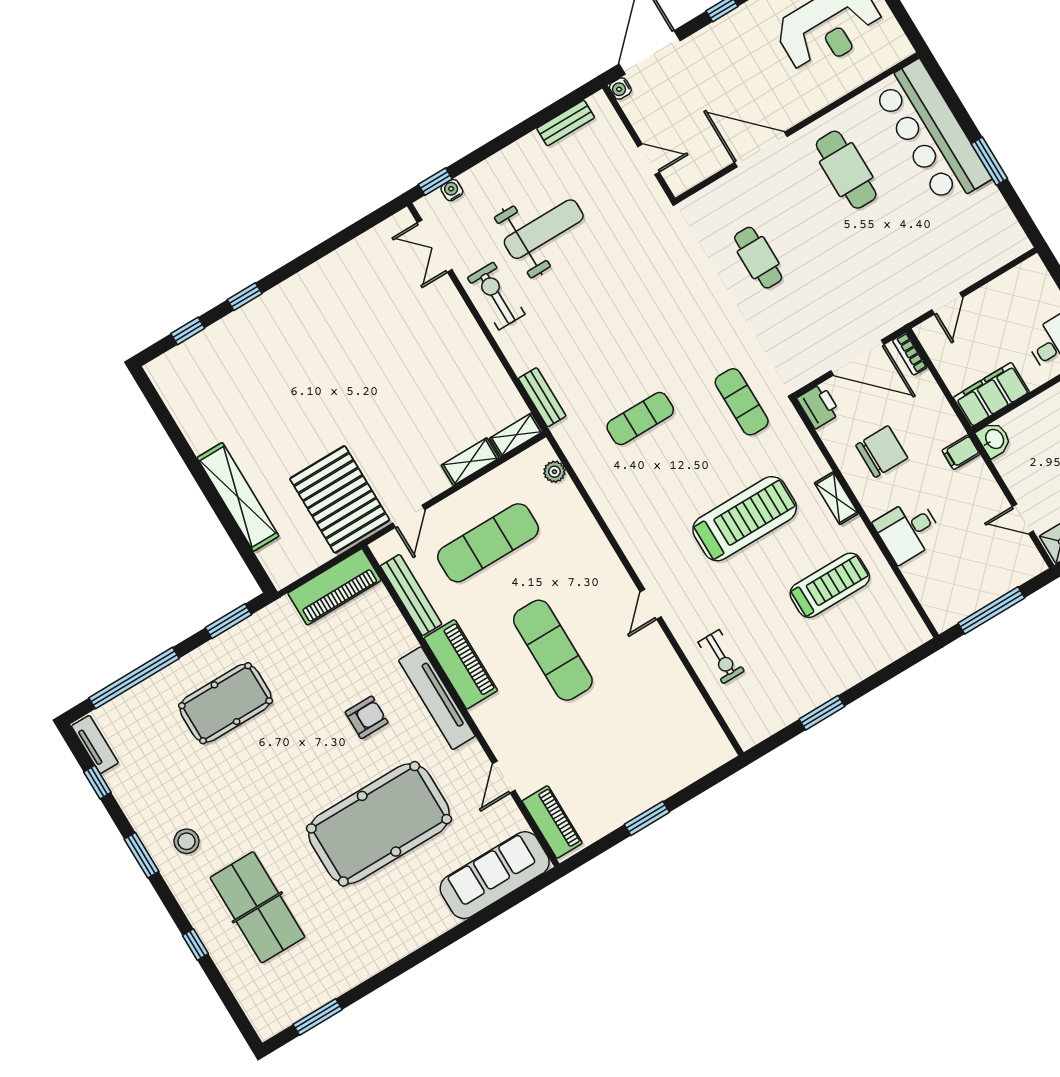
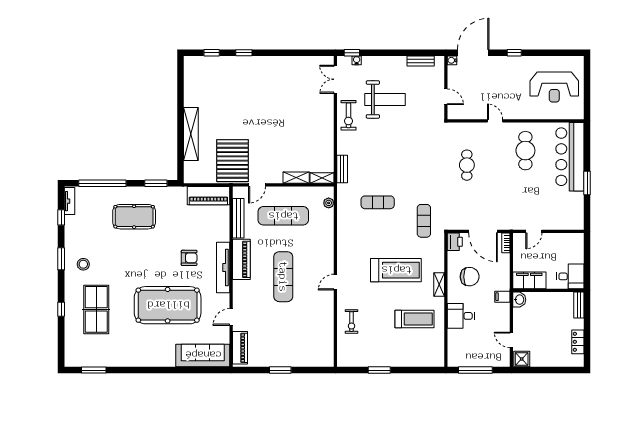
door: (761, 149) -> (495, 121), width x0.53
exercise bike: (496, 296) -> (348, 115), turned 180

